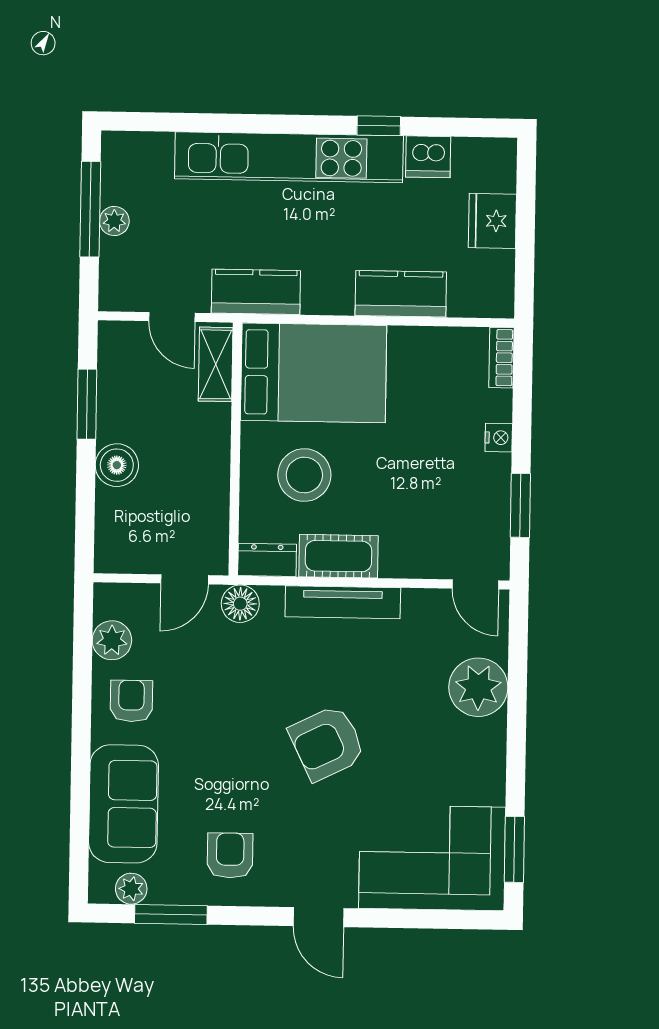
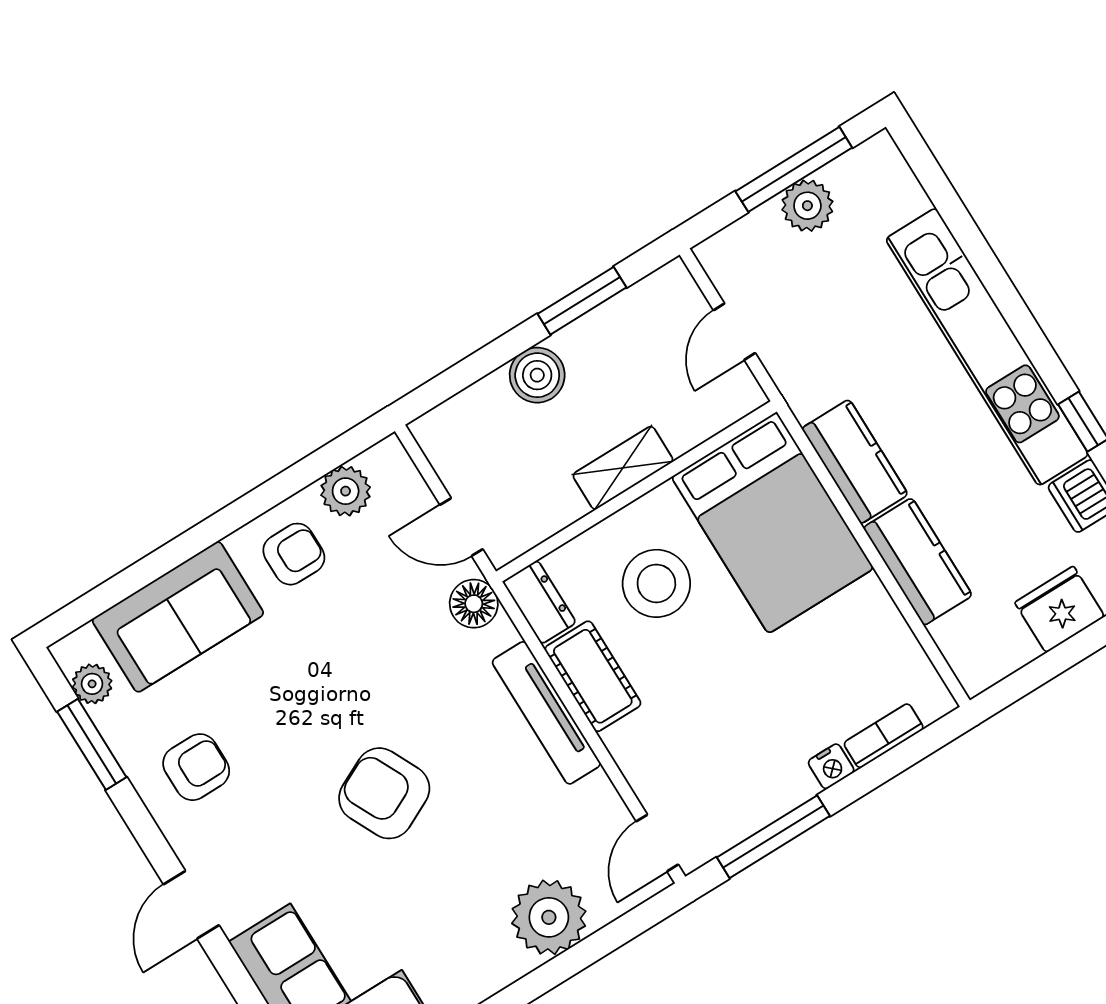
plant: (114, 221) -> (807, 206), width x1.38, depth x1.38
kitchen counter: (256, 292) -> (855, 461), moved
bookcase: (501, 358) -> (884, 736), moved
shelving: (216, 364) -> (623, 468), moved
window: (520, 505) -> (773, 837), width x1.44

